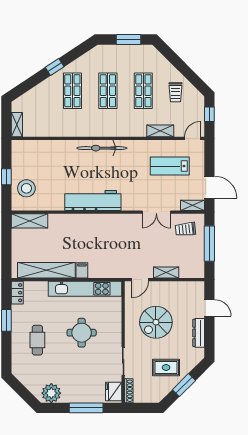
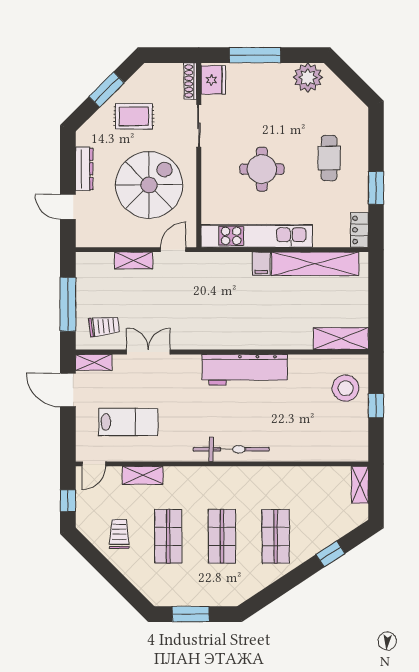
window: (55, 67) -> (330, 554), moved
spiral stairs: (156, 322) -> (149, 185), width x1.37, depth x1.37

